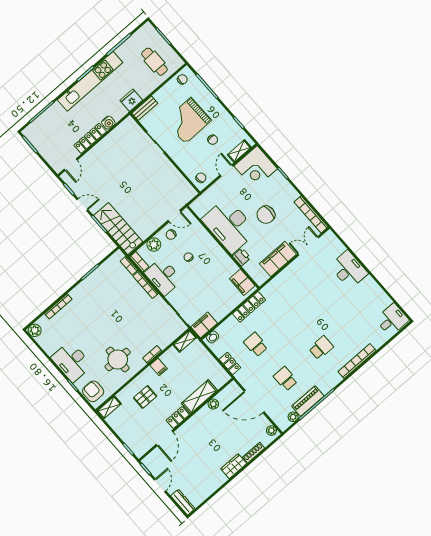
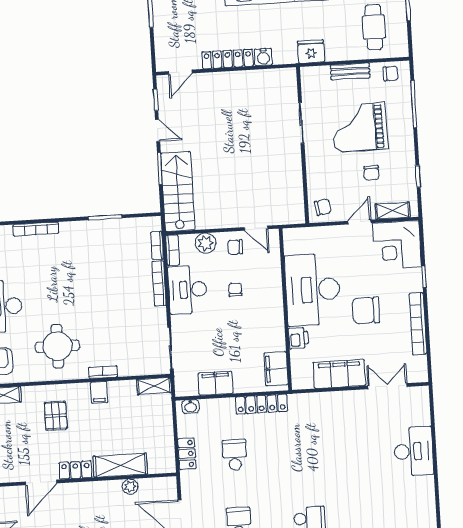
bench: (145, 108) -> (350, 71), moved
bookcase: (311, 214) -> (418, 324), moved
filing cabinet: (204, 325) -> (216, 383), moved
pallet: (145, 397) -> (56, 416), turned 90

